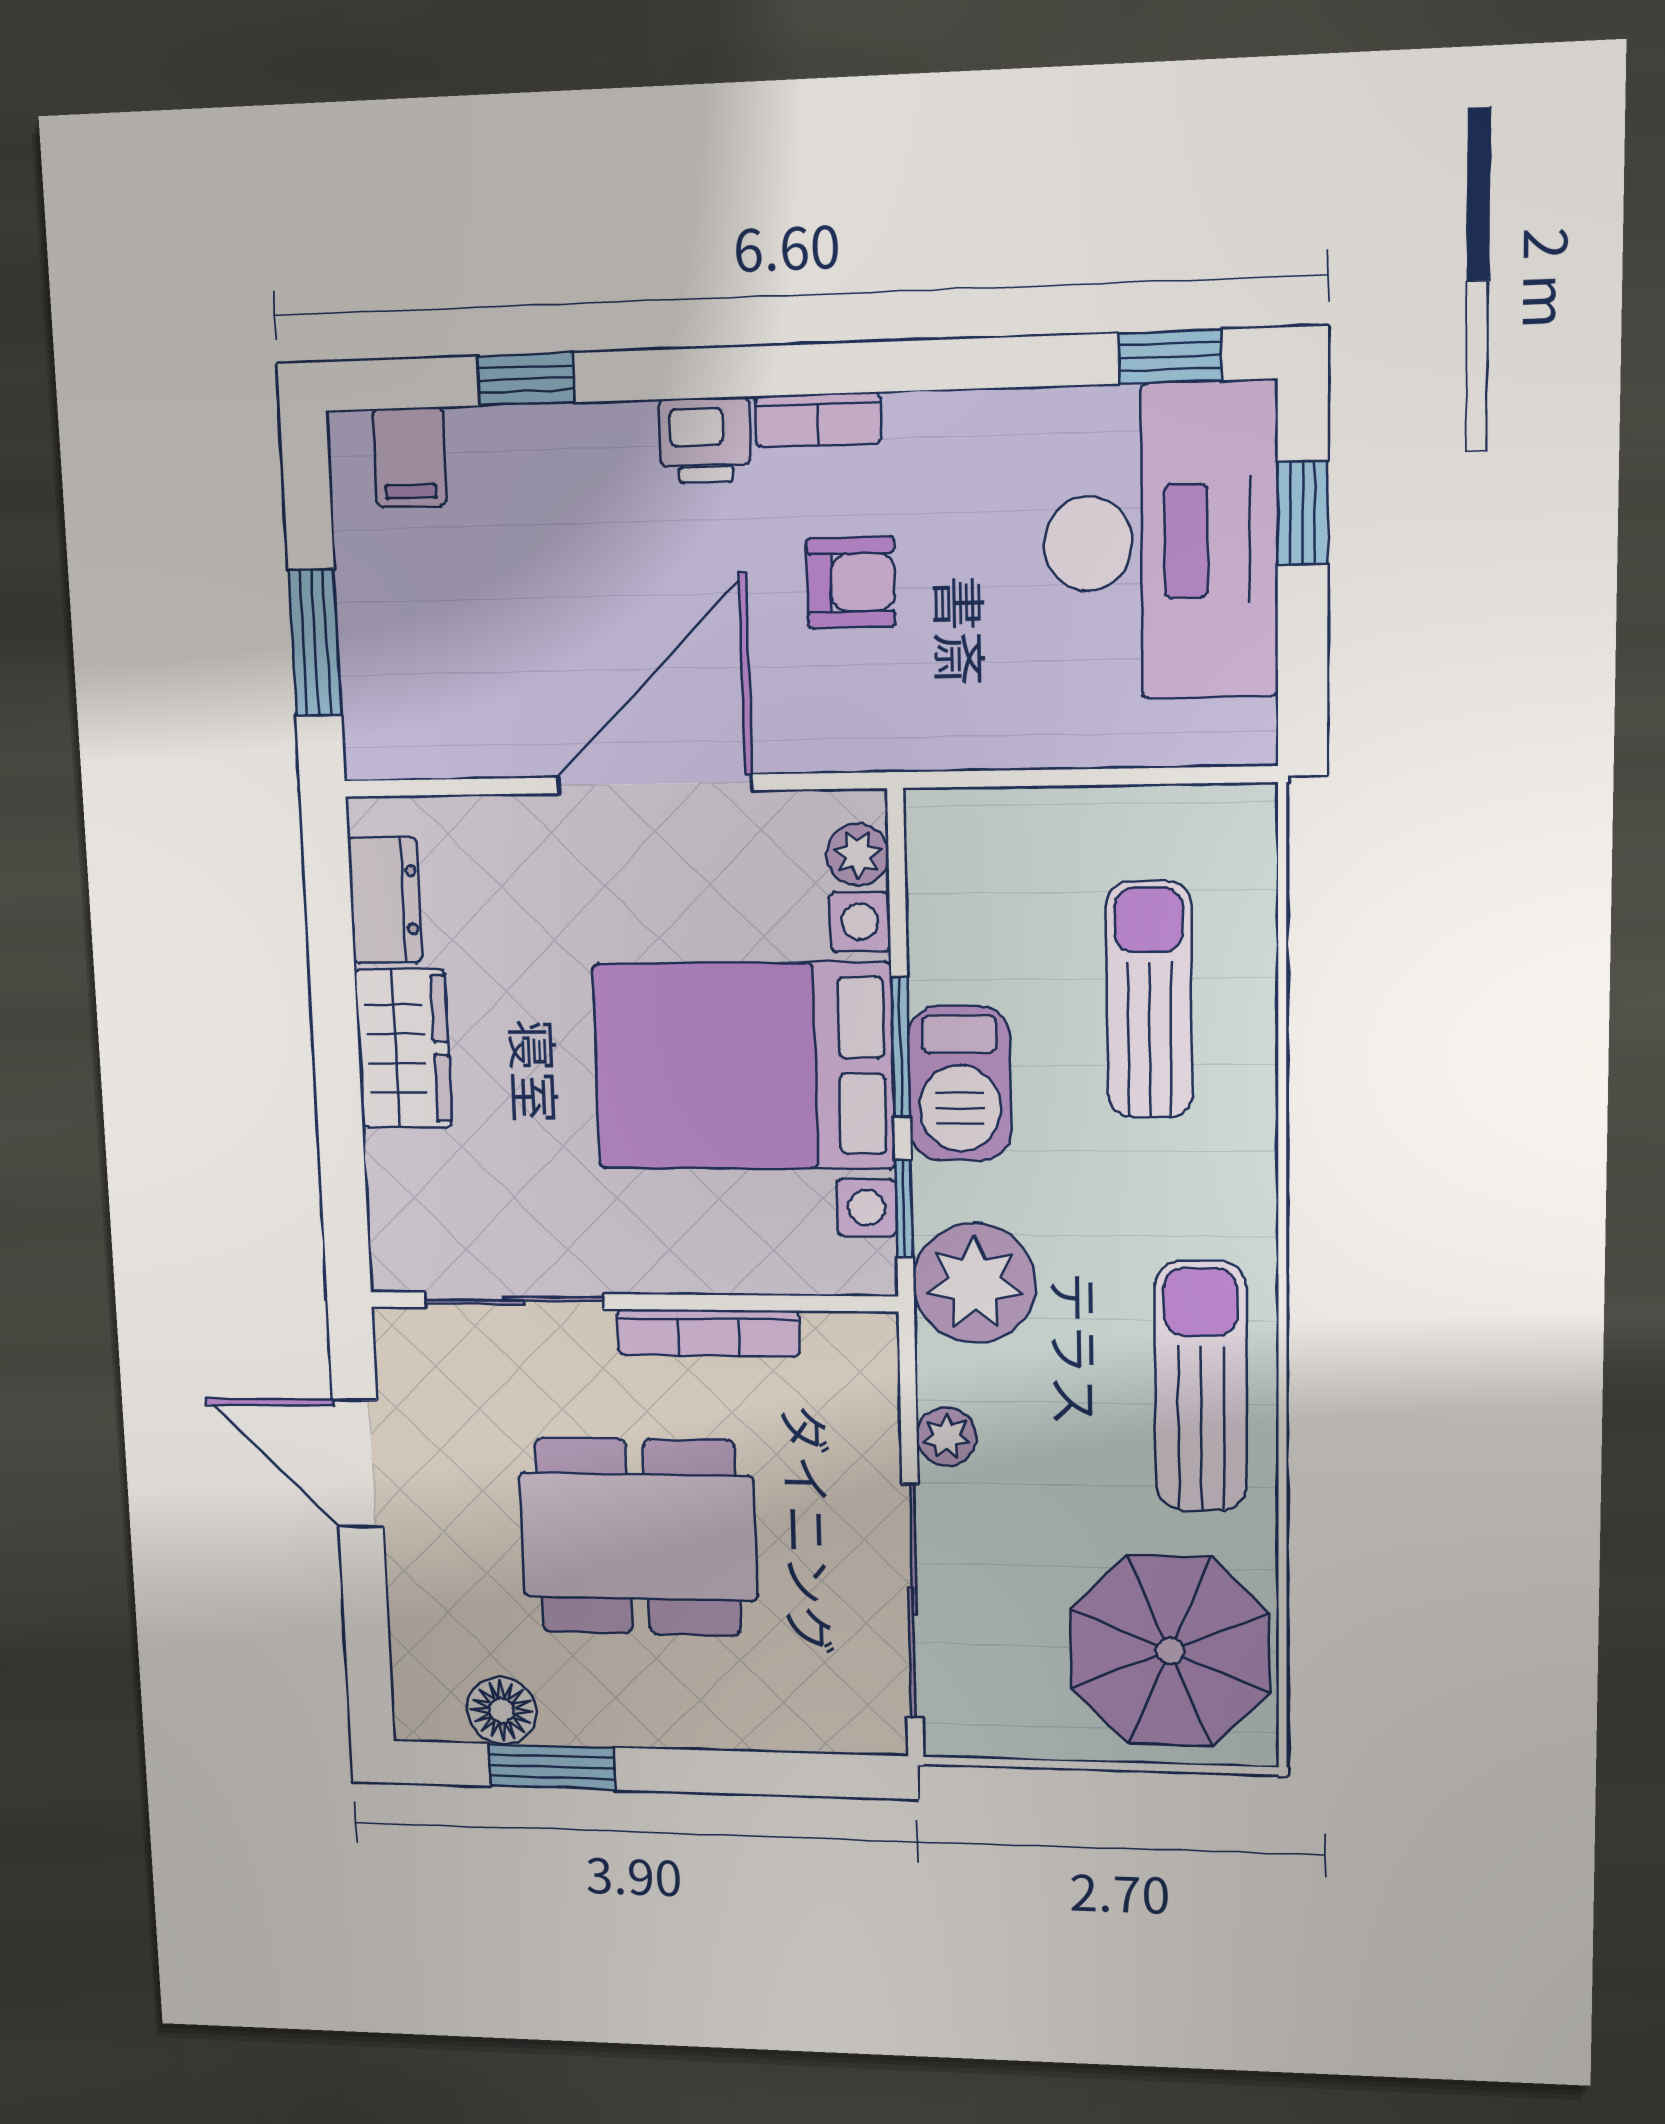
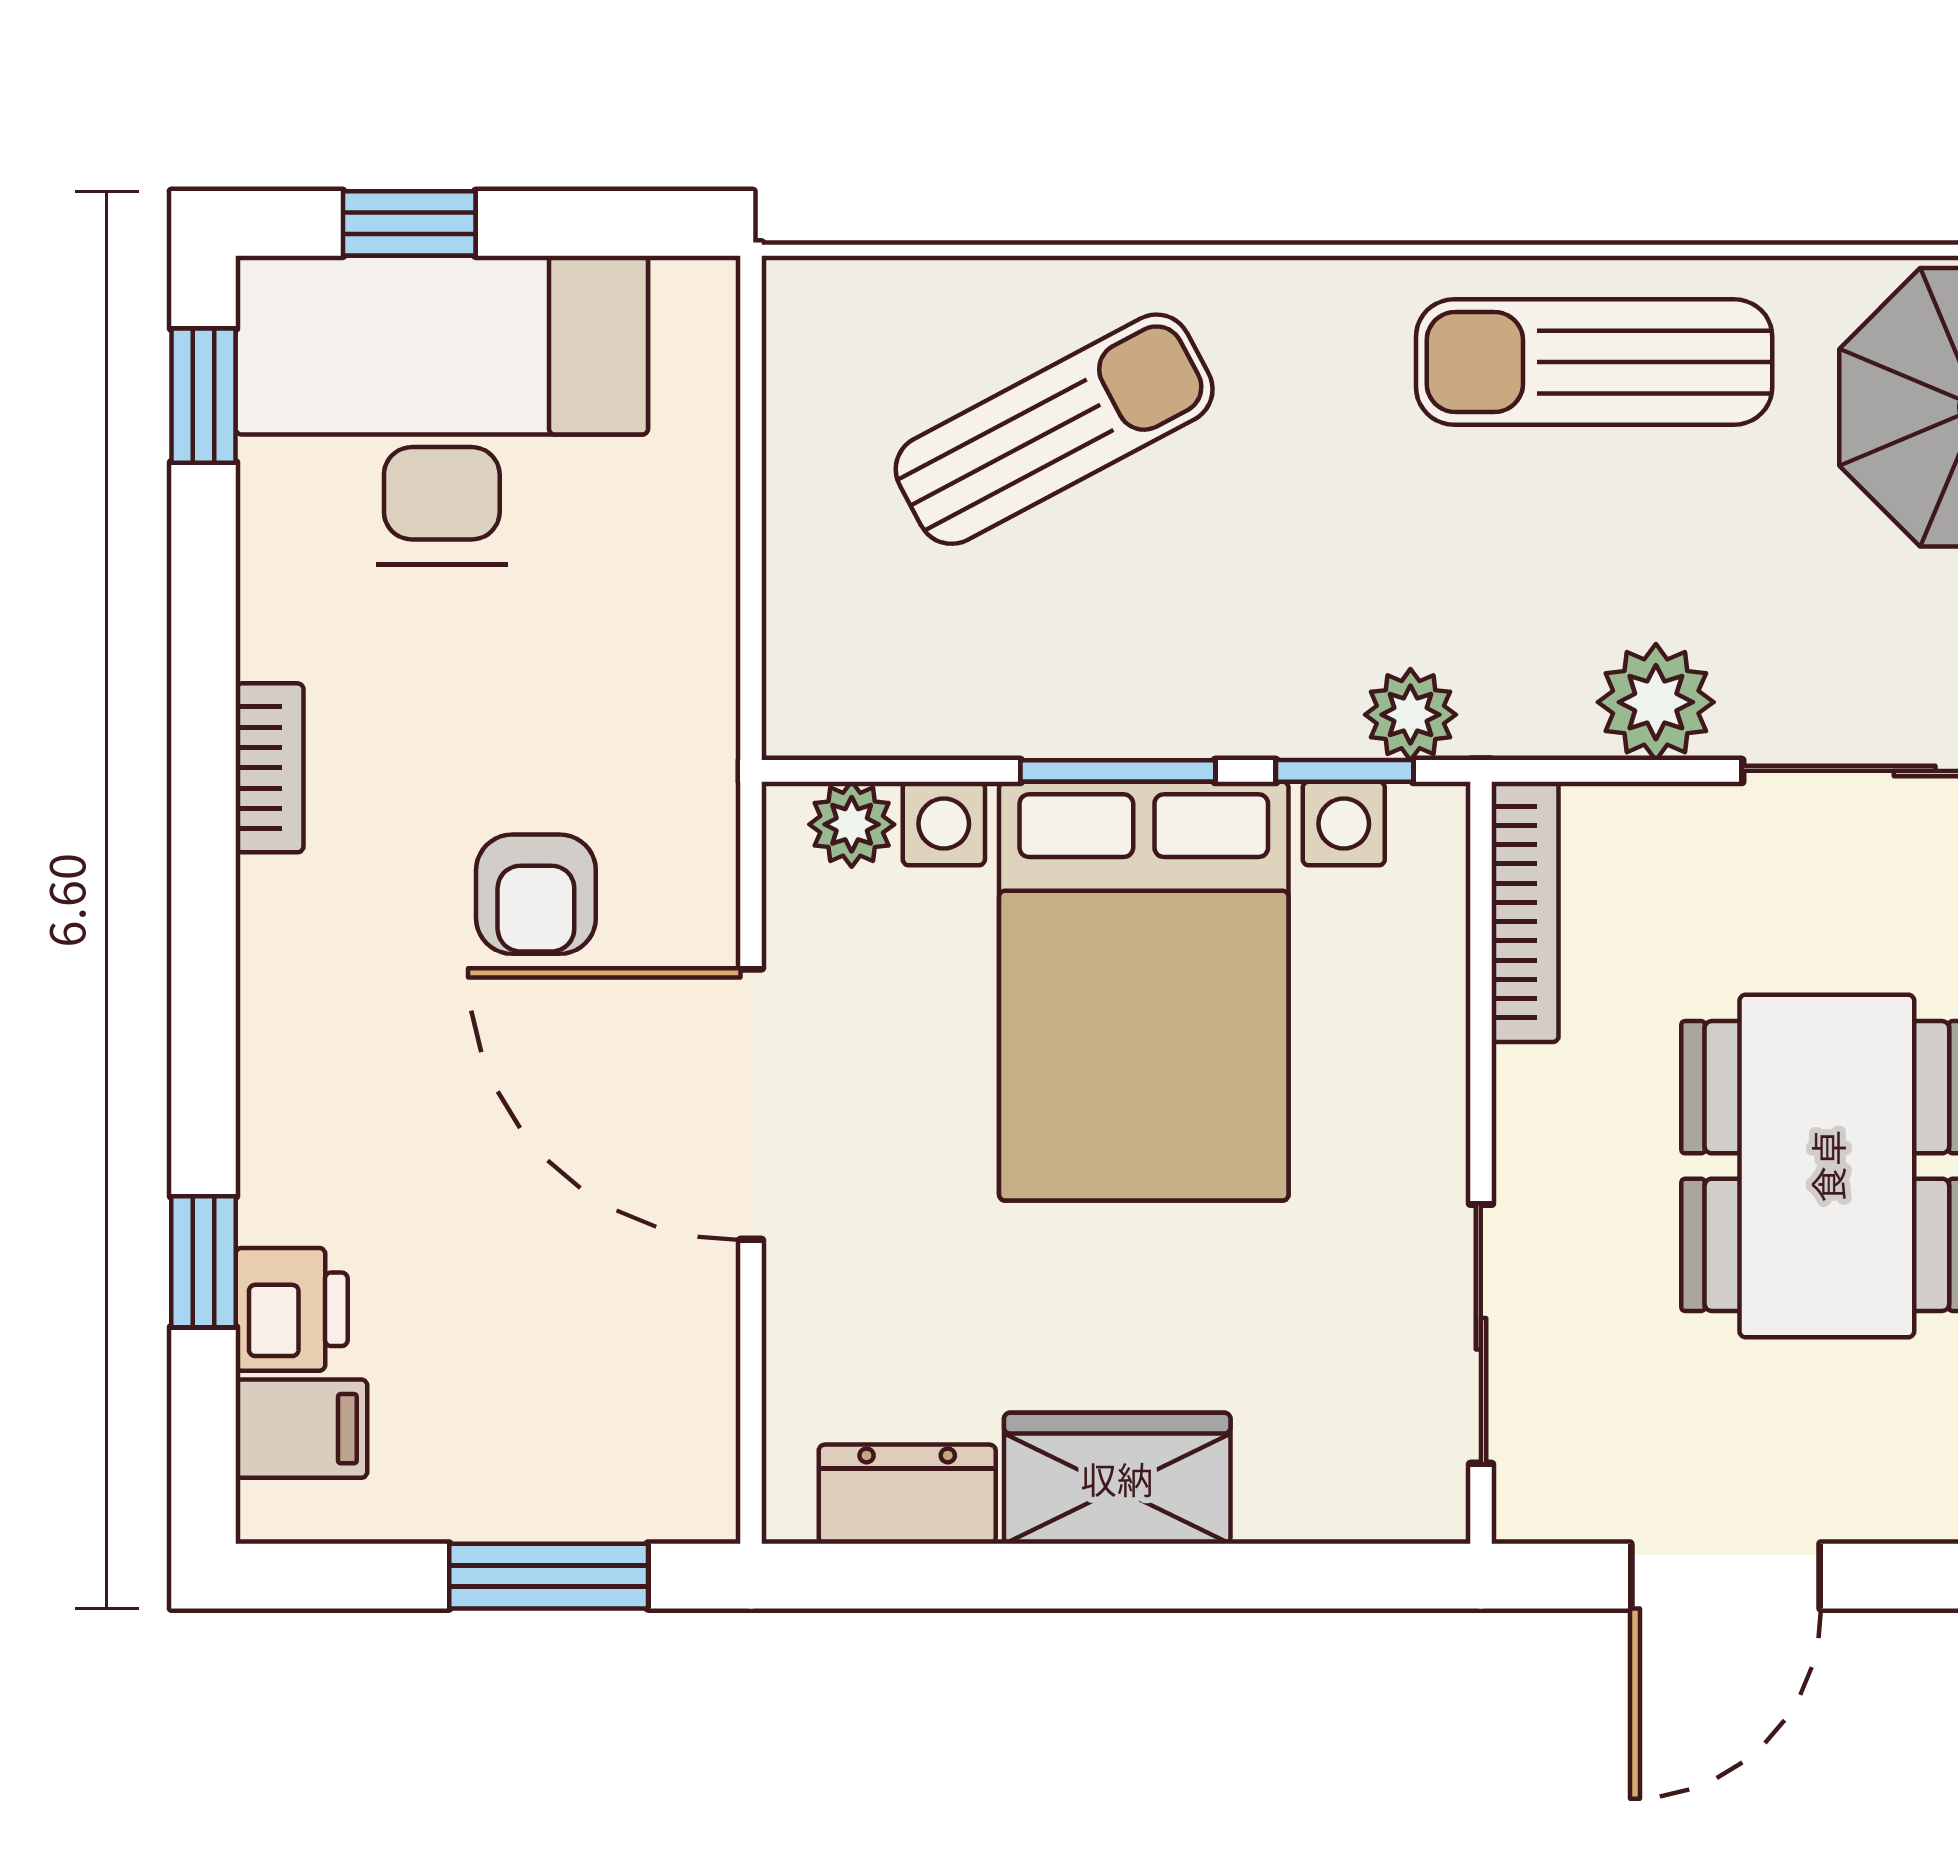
bookcase: (818, 420) -> (270, 768), moved
printer: (705, 440) -> (292, 1309), moved
armchair: (851, 583) -> (536, 894), moved, turned 180
sun lounger: (1149, 1000) -> (1054, 429), turned 152
barbecue: (960, 1084) -> (1169, 690), removed
plant: (974, 1283) -> (1410, 715), width x0.53, depth x0.53
bookcase: (708, 1333) -> (1525, 912), moved
plant: (946, 1437) -> (1656, 702), width x1.38, depth x1.38

